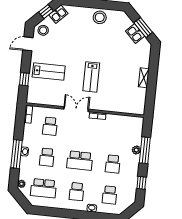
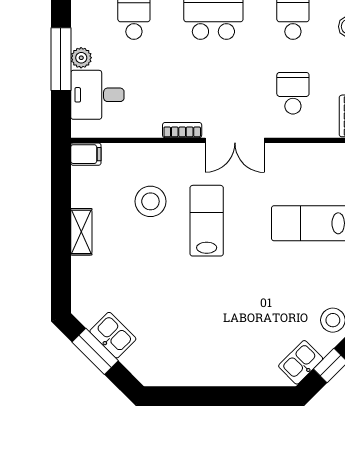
stool: (100, 17) -> (150, 201), moved
filing cabinet: (139, 110) -> (86, 154), added
desk: (131, 134) -> (97, 95), added

